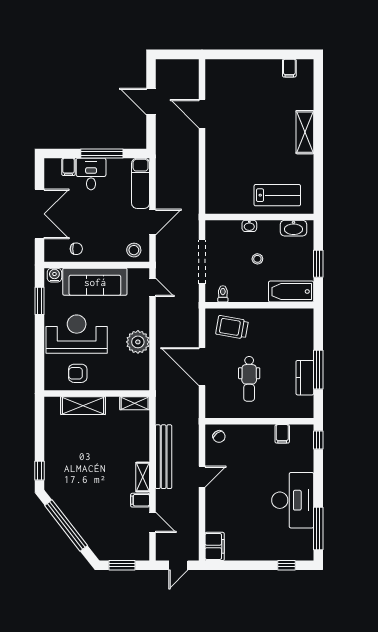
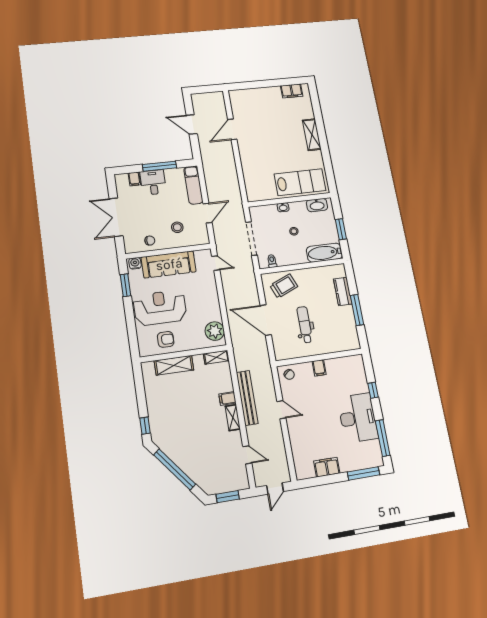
filing cabinet: (289, 68) -> (292, 91), width x2.00
door: (202, 114) -> (232, 129), hinge flipped
lab bench: (277, 195) -> (300, 182), width x1.36, depth x1.39
double door: (39, 214) -> (116, 217), swing flipped
stool: (134, 250) -> (177, 227), moved
trolley: (232, 327) -> (284, 286), turned 147
plant: (138, 342) -> (215, 331), moved
armchair: (78, 373) -> (166, 339), turned 180
kitchen counter: (305, 378) -> (343, 291), moved
dental chair: (249, 379) -> (305, 325), turned 180
filing cabinet: (282, 434) -> (319, 368), moved
window: (318, 440) -> (373, 390), moved
door: (202, 477) -> (281, 410), hinge flipped
filing cabinet: (140, 500) -> (227, 398), moved
filing cabinet: (215, 546) -> (327, 467), moved, turned -90
window: (286, 565) -> (363, 473), width x2.17

